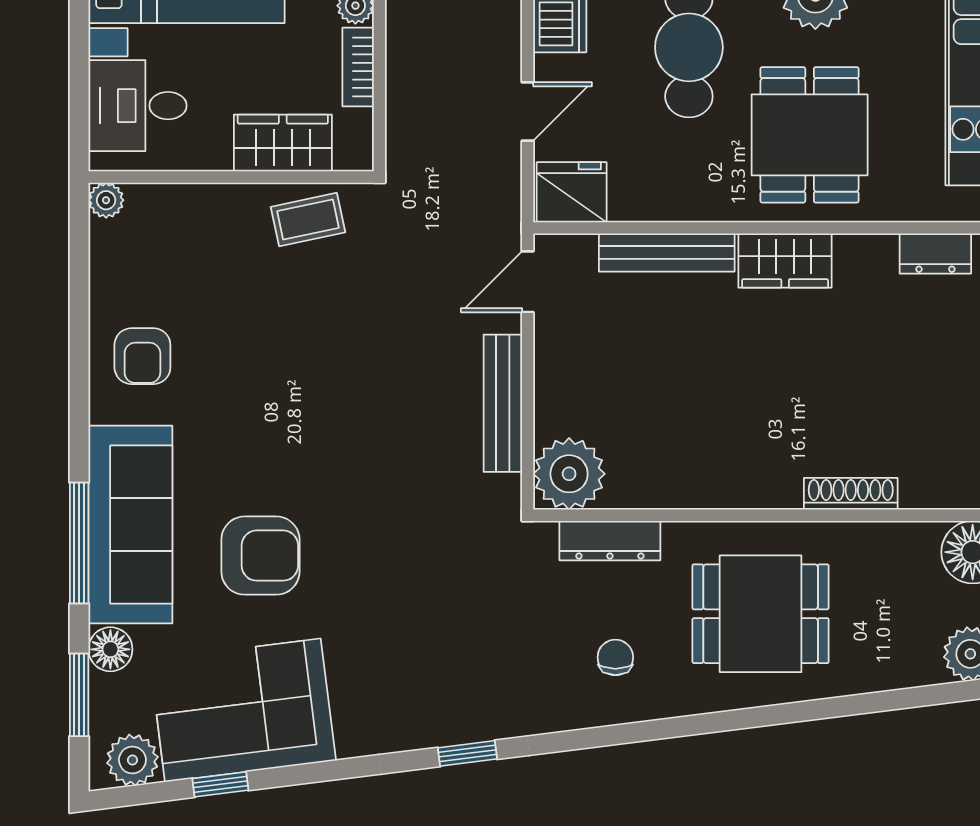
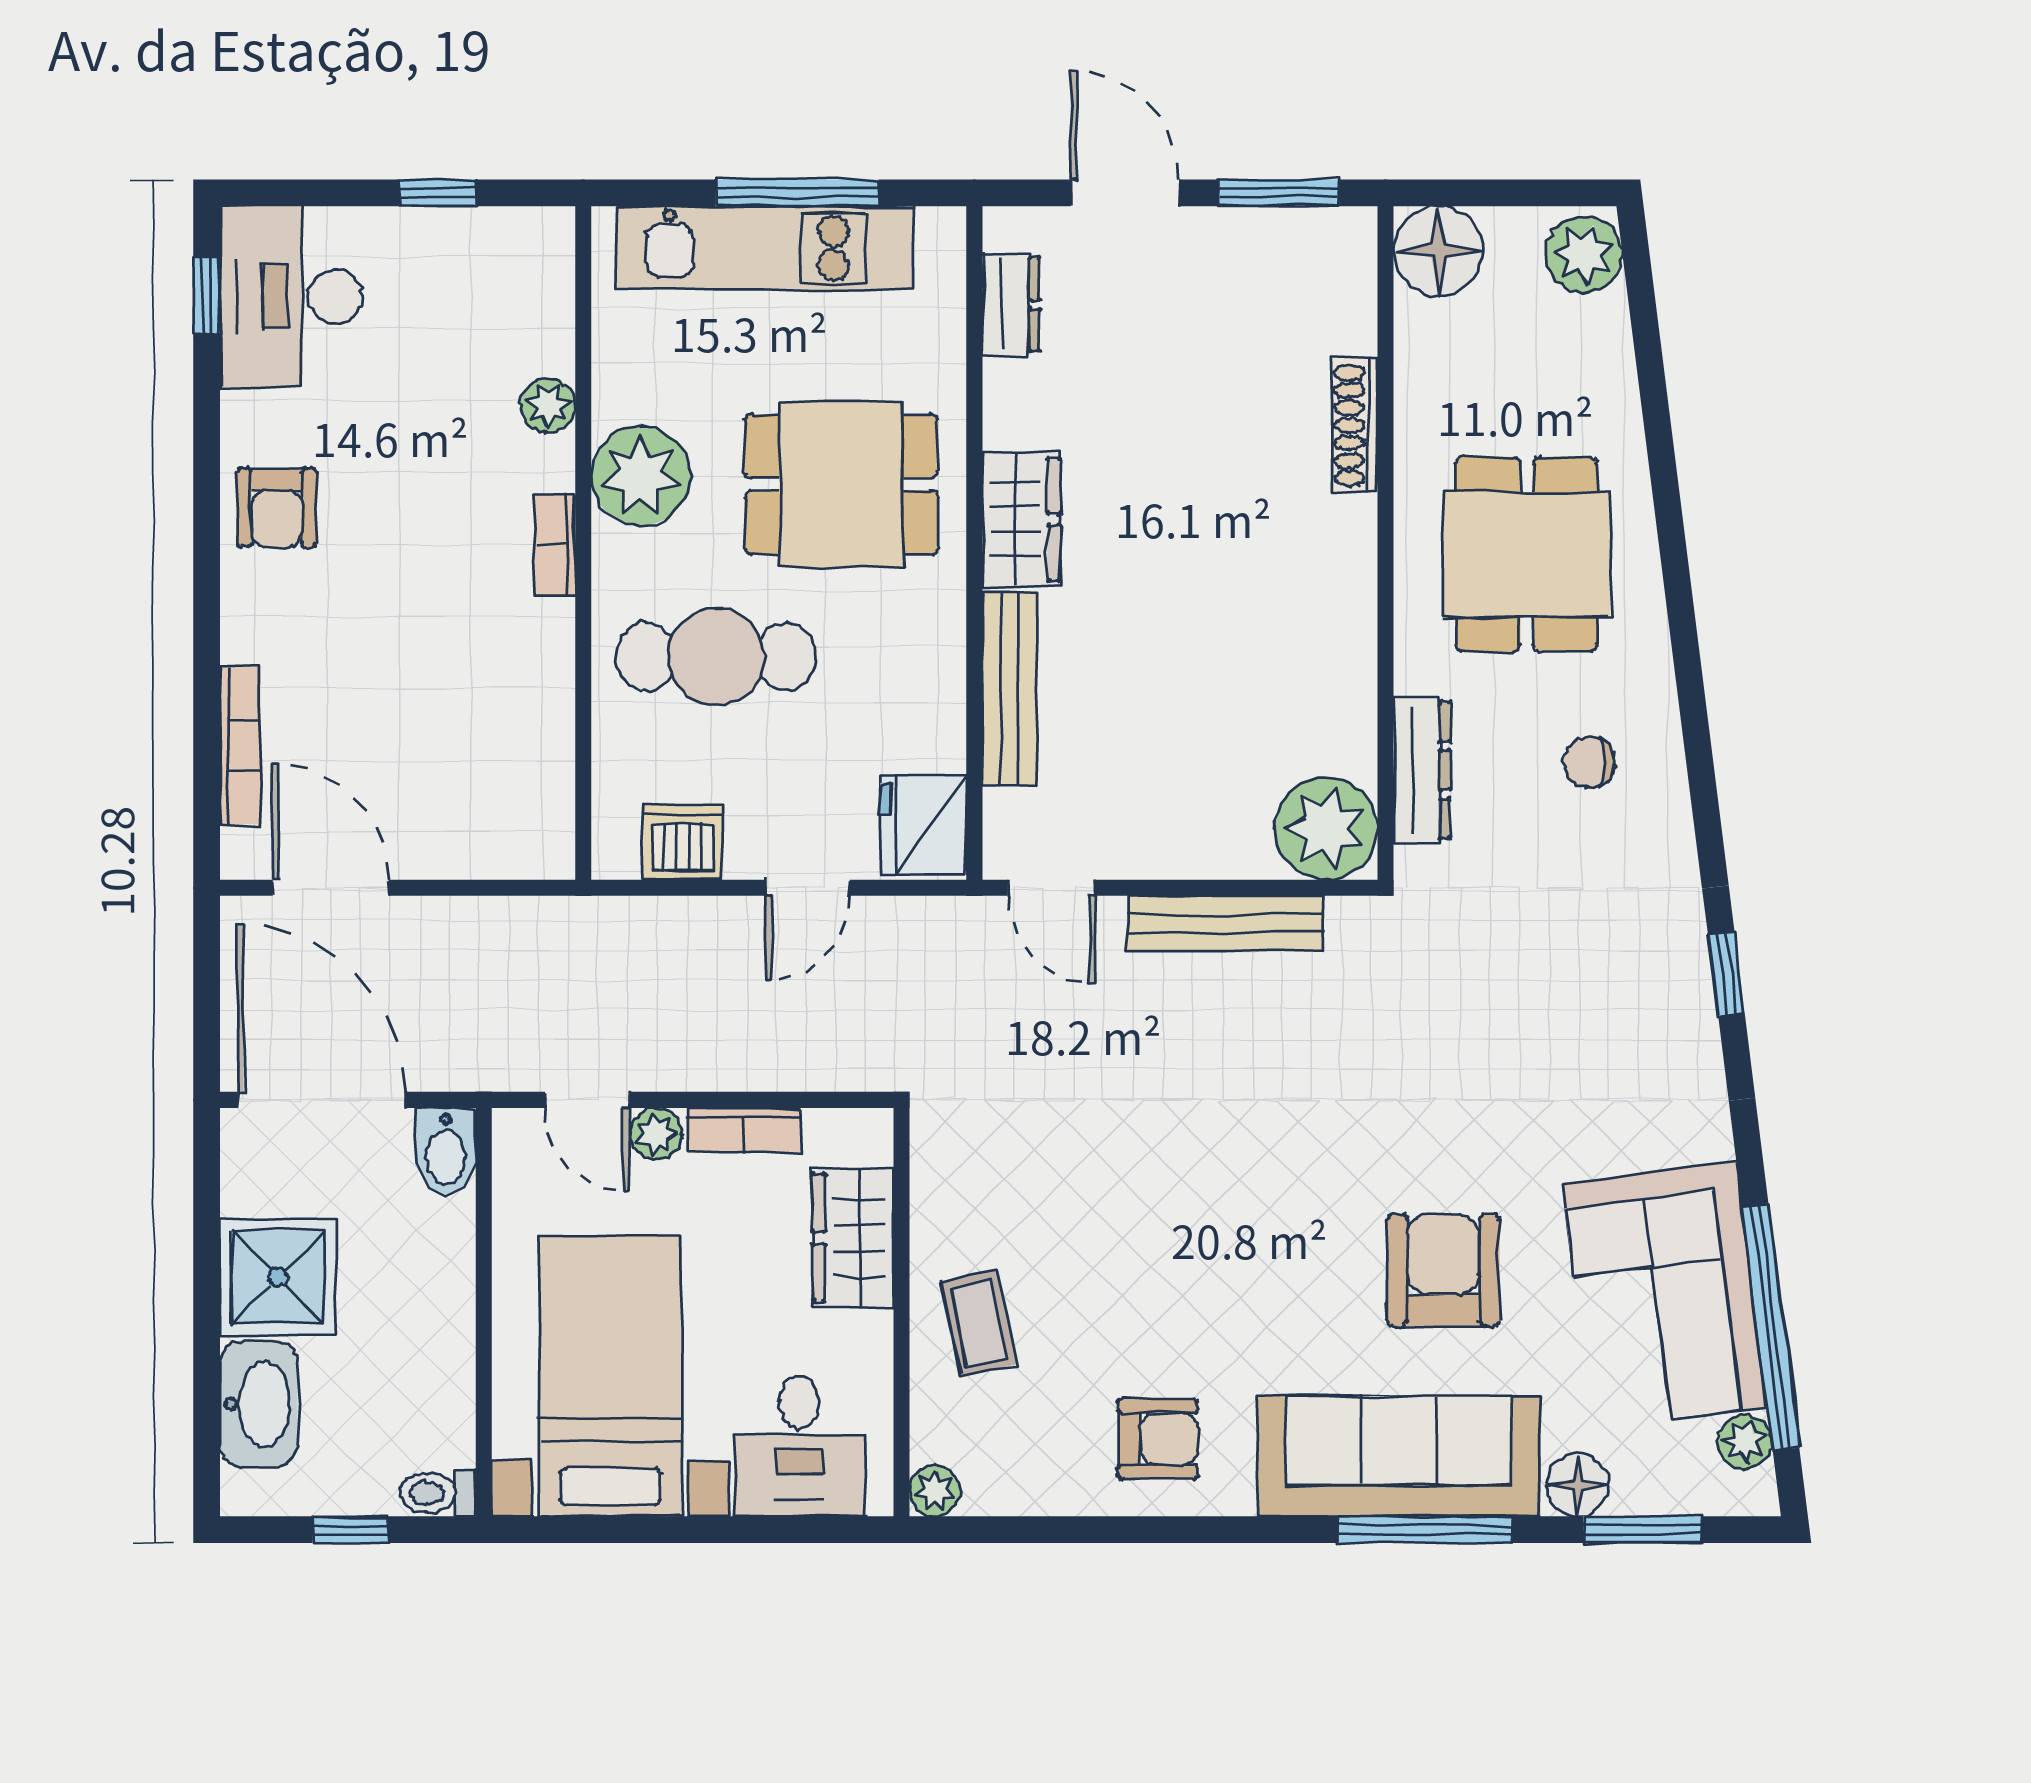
door: (528, 111) -> (808, 888), swing flipped
coffee table: (308, 220) -> (979, 1323), moved
plant: (132, 760) -> (1745, 1442), width x0.73, depth x0.73
window: (220, 784) -> (1771, 1327), width x3.17

